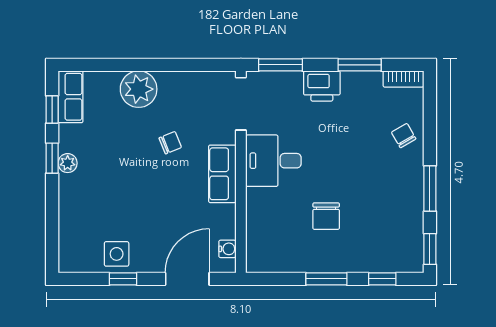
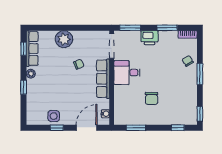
row of seats: (70, 97) -> (32, 49), width x1.48
window: (52, 158) -> (24, 87), moved
row of seats: (222, 174) -> (103, 79), width x1.48
window: (430, 188) -> (200, 74), moved
window: (326, 279) -> (136, 128), moved

